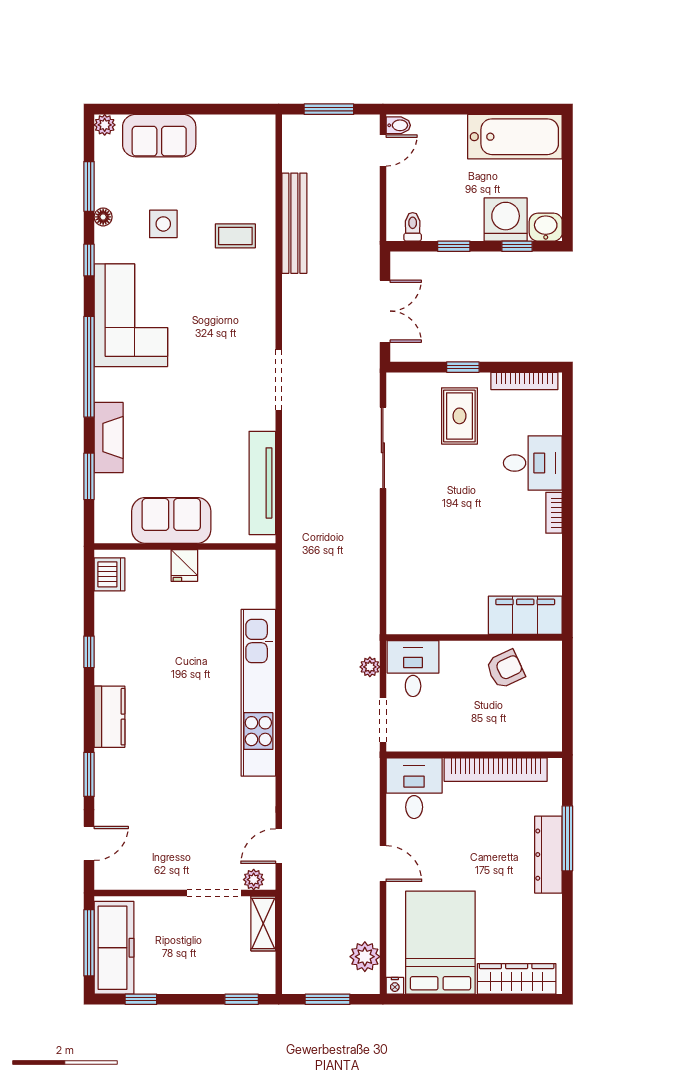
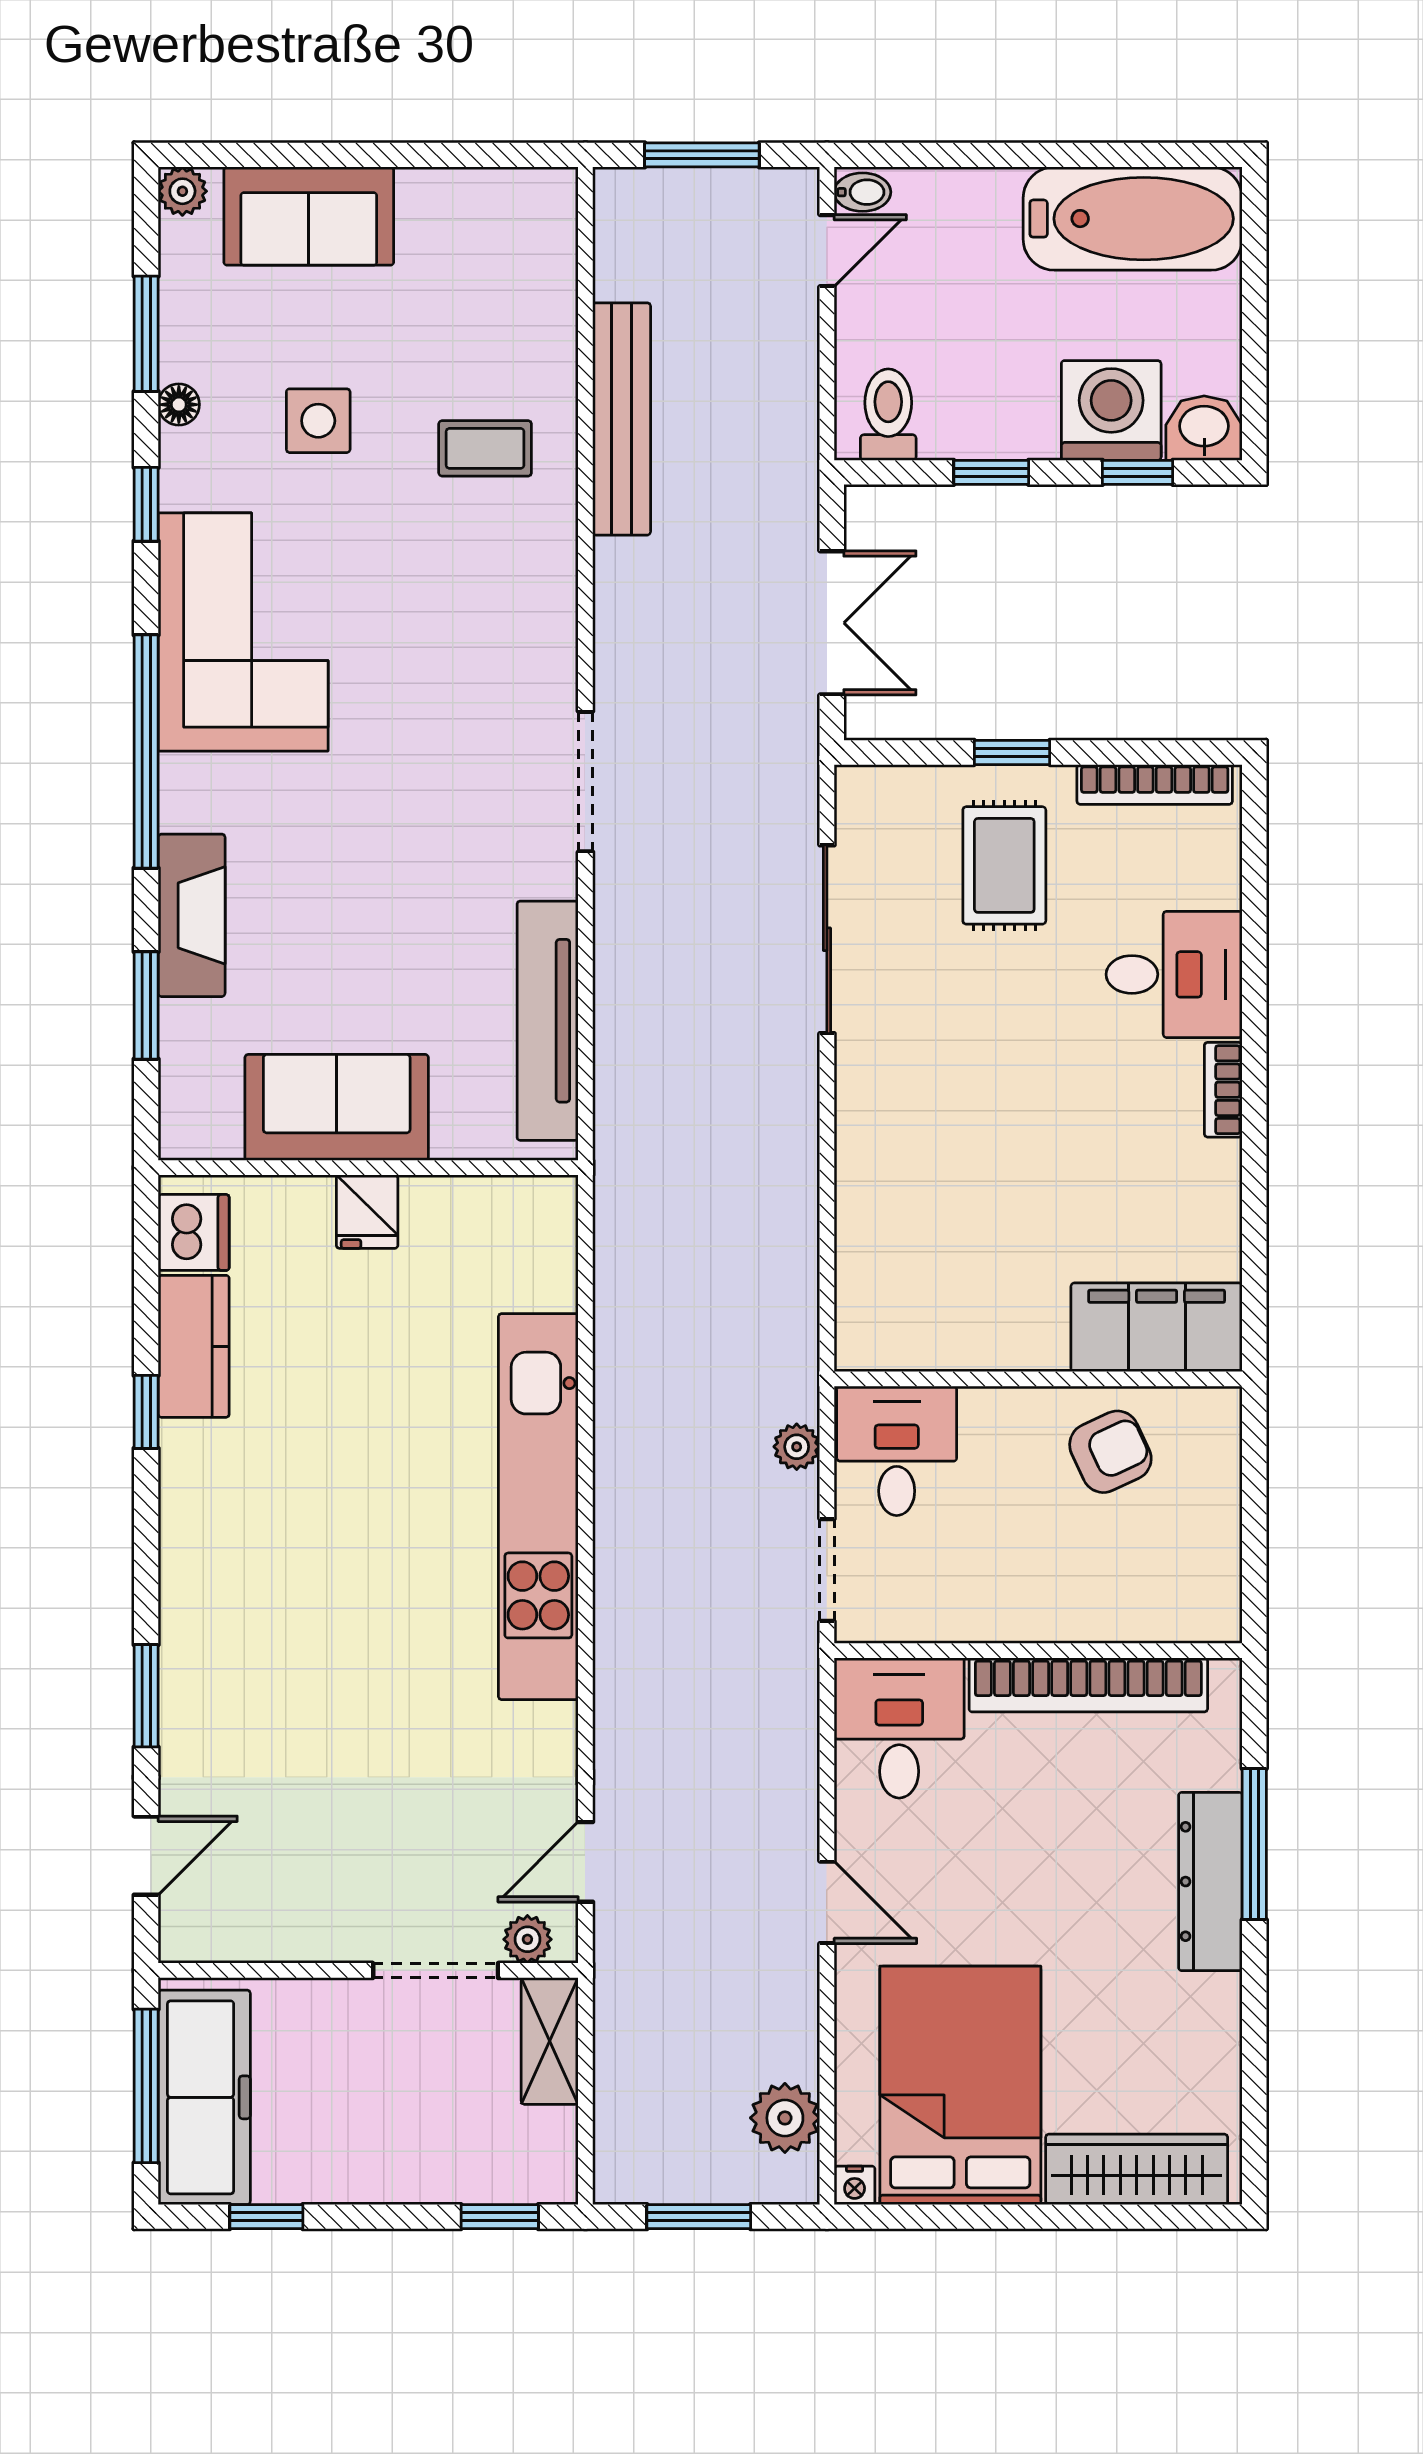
toilet: (413, 227) -> (888, 415), width x1.37, depth x1.39
kitchen counter: (110, 717) -> (194, 1346), moved

